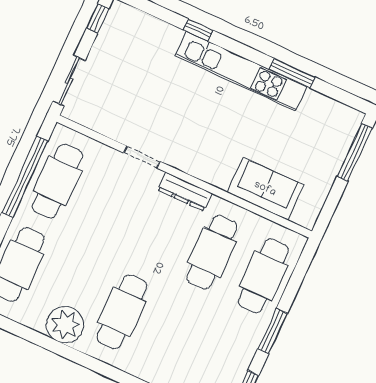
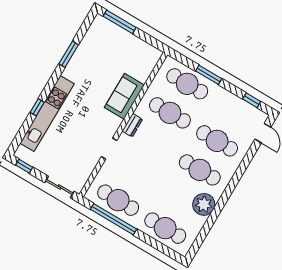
kitchen unit: (241, 71) -> (47, 113), moved
sofa: (265, 189) -> (124, 96), moved
dresser: (185, 192) -> (132, 125), width x0.70
window: (273, 331) -> (209, 75), moved
cafe table: (174, 336) -> (217, 141), added

